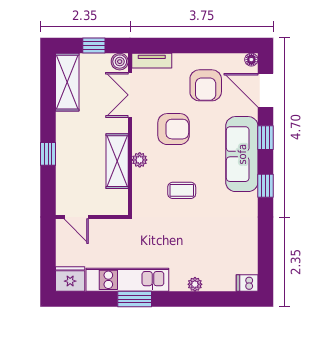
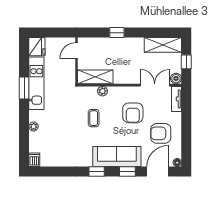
plant: (140, 160) -> (102, 91), moved
shelving: (117, 161) -> (95, 77), moved

